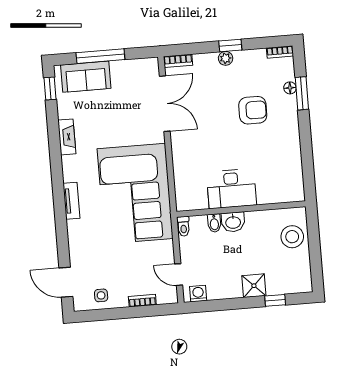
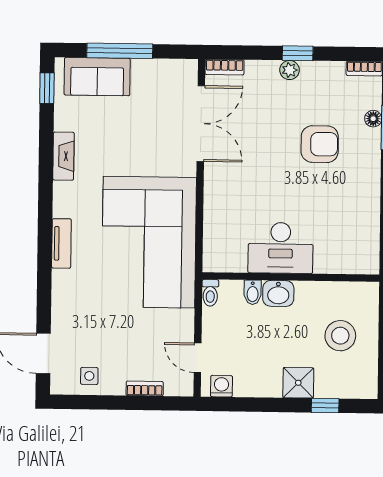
stool: (292, 237) -> (340, 336), moved

